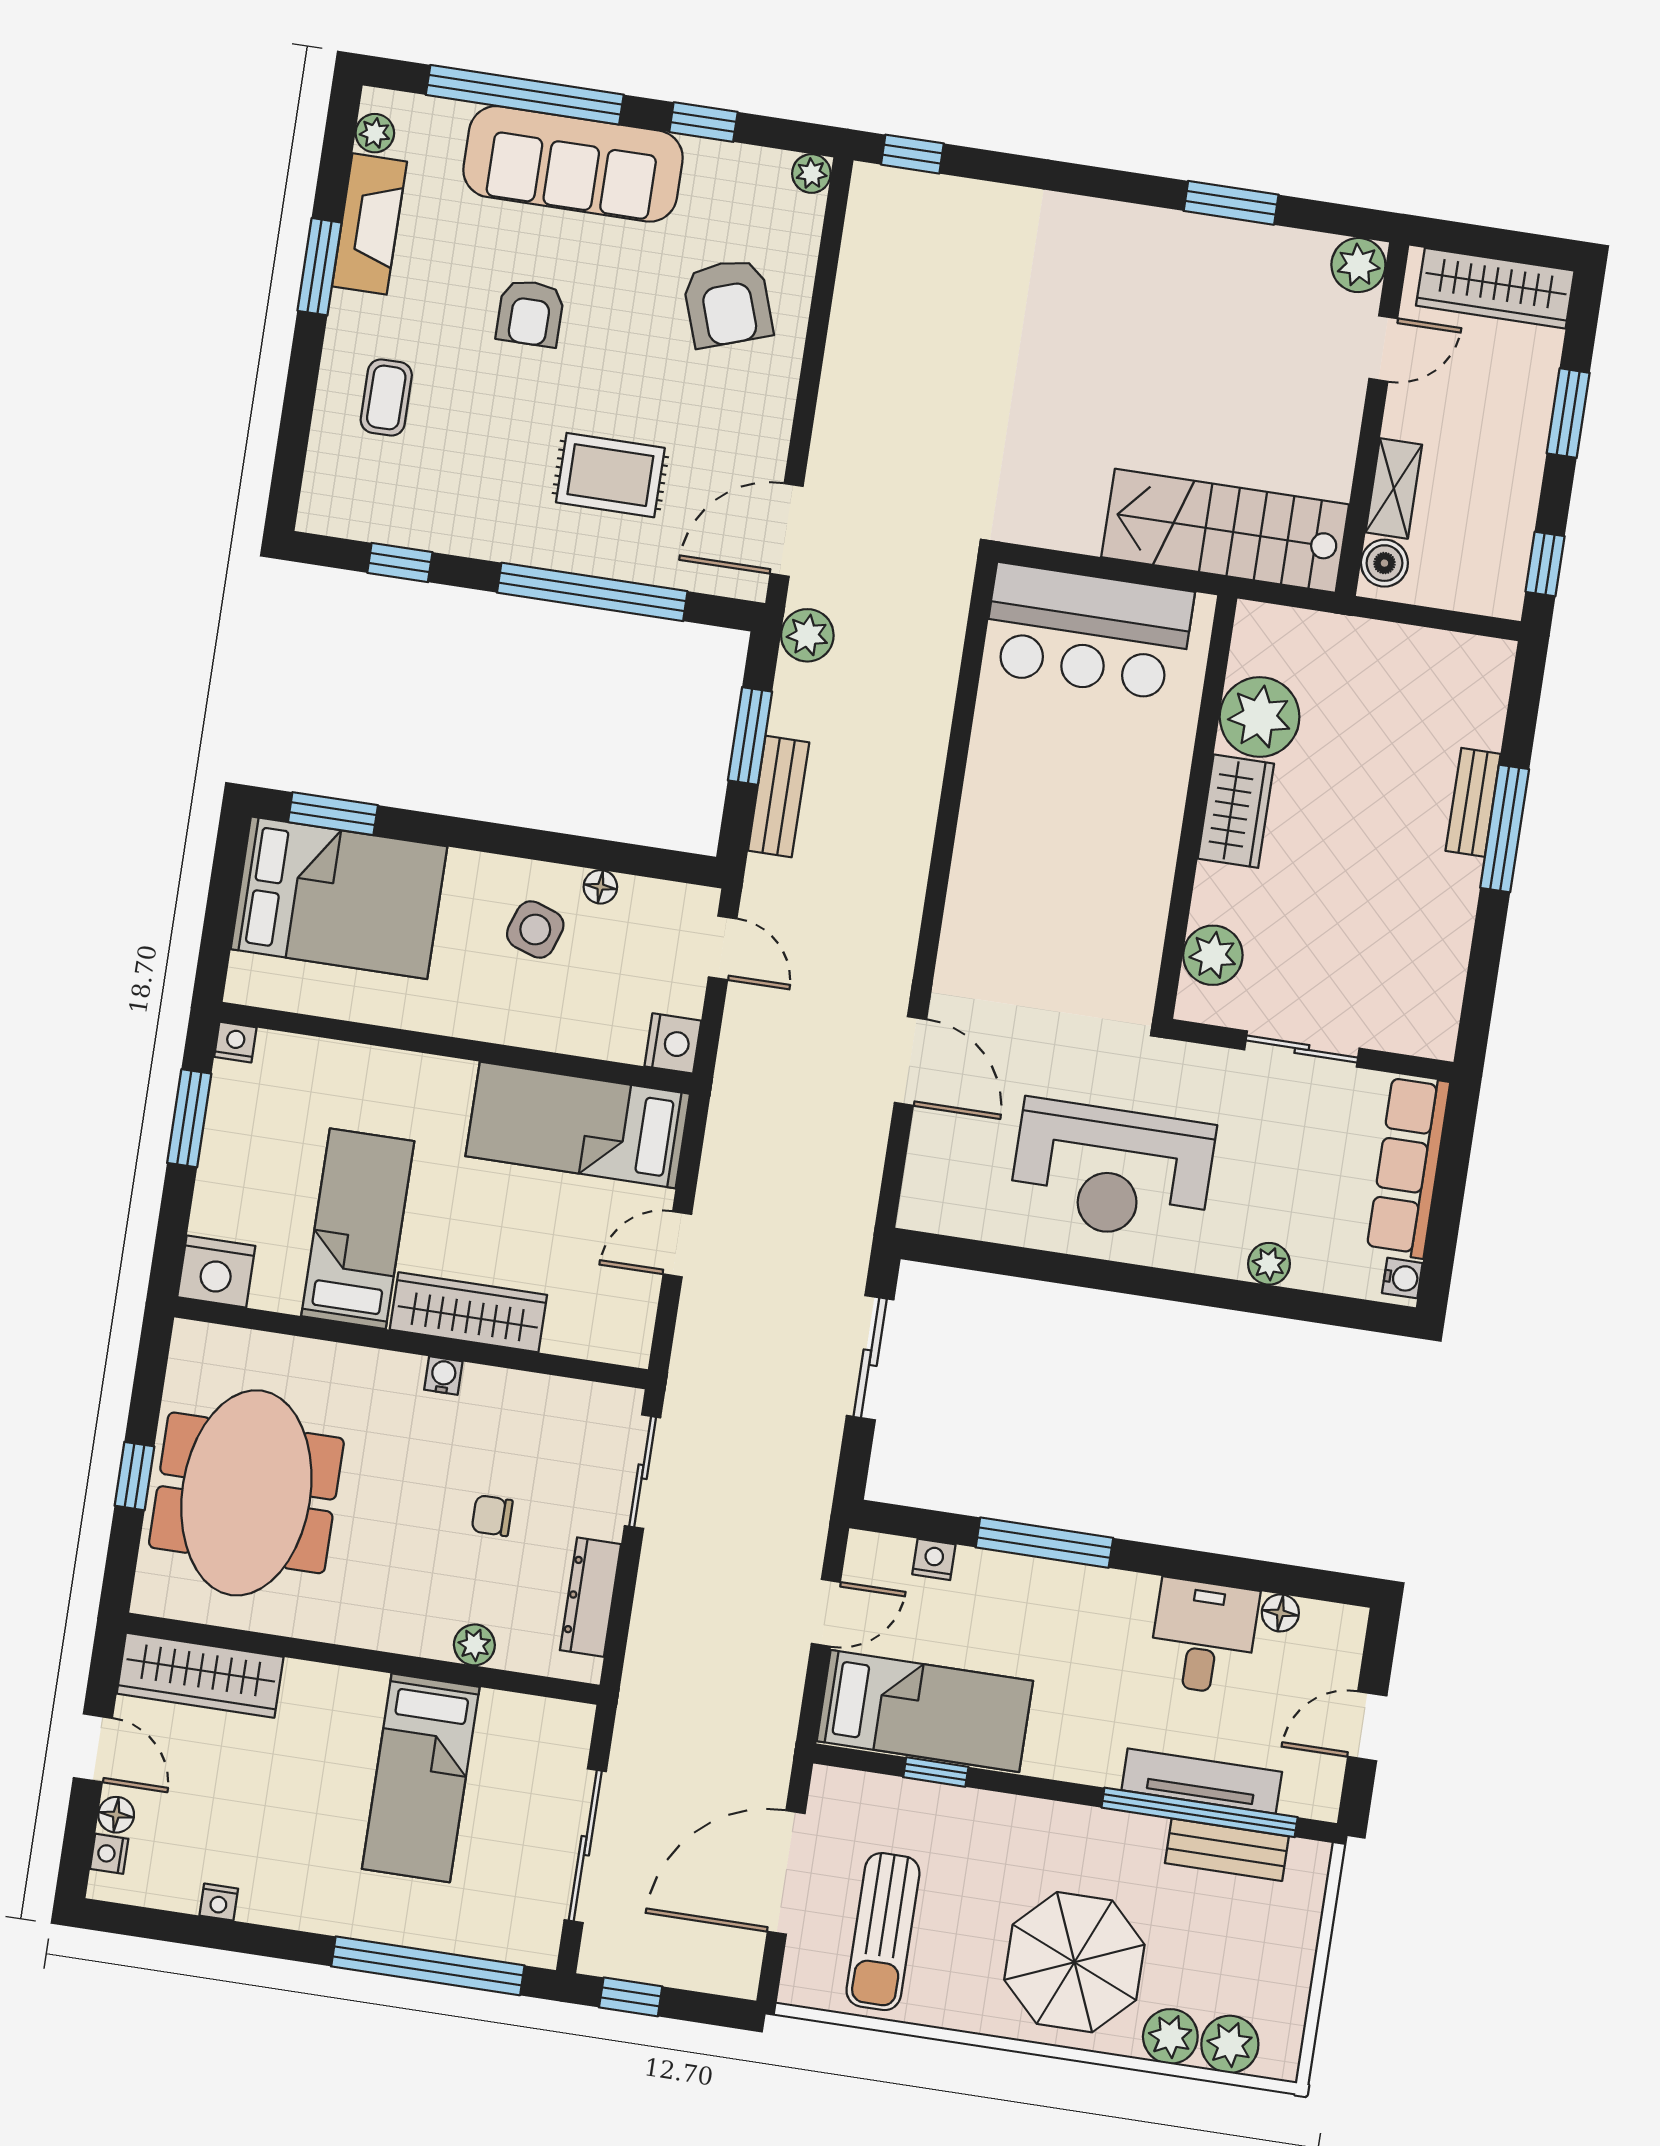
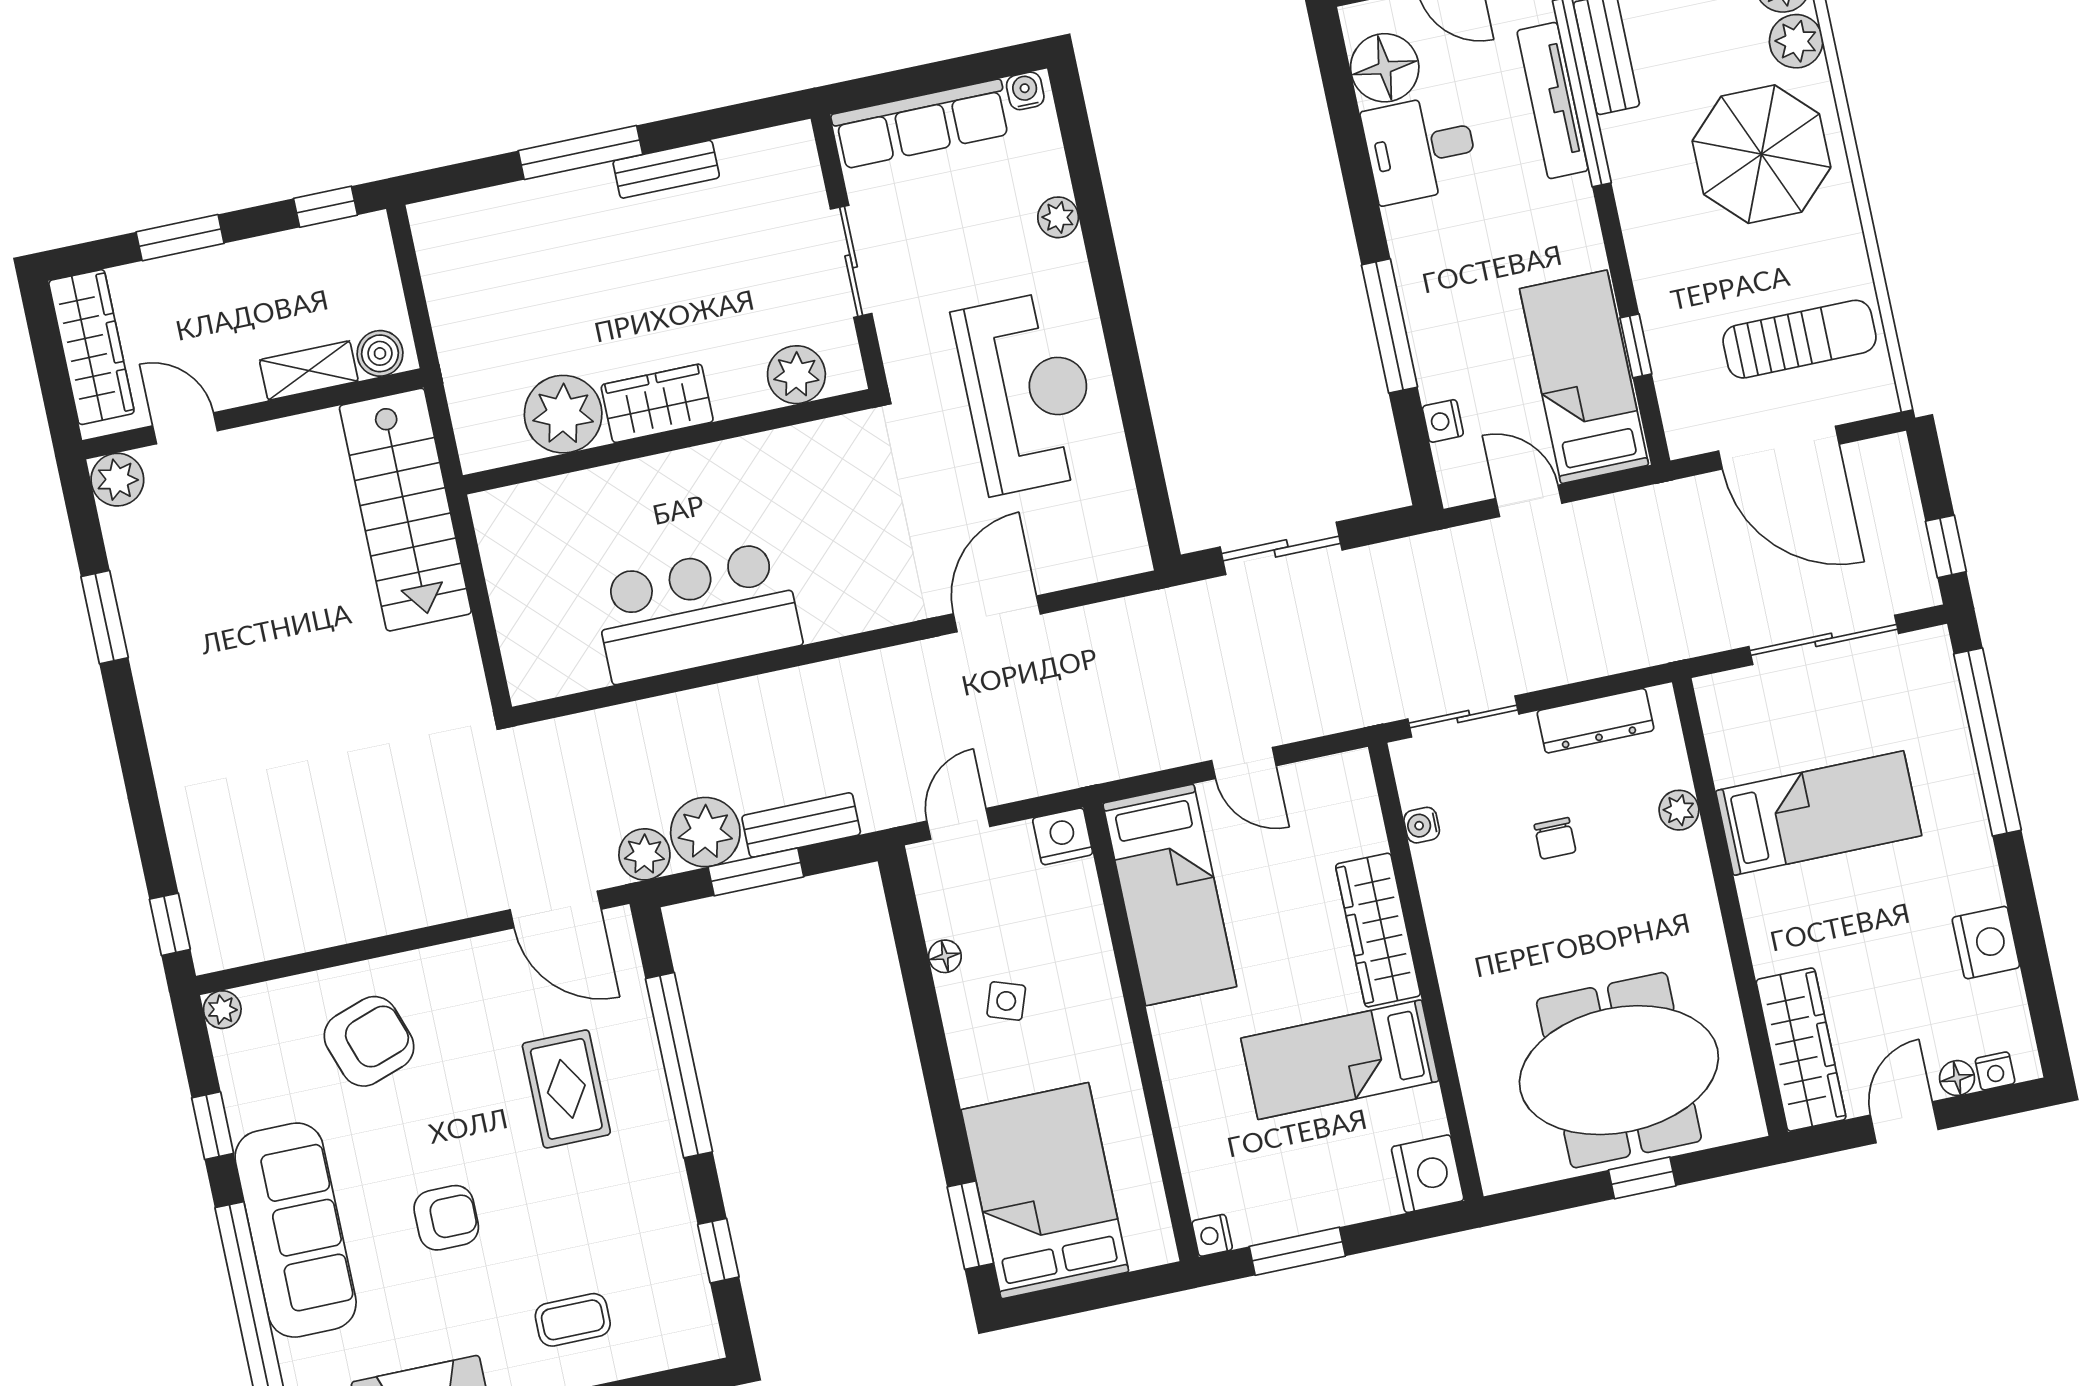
bar counter: (1088, 632) -> (697, 612), moved, turned -90
plant: (807, 702) -> (705, 832), added
bench: (1473, 802) -> (666, 169), moved
side table: (535, 929) -> (1006, 1001), width x0.73, depth x0.73
water cooler: (443, 1376) -> (1422, 825), moved
floor lamp: (1280, 1613) -> (1385, 68), width x1.89, depth x1.89
nightstand: (219, 1902) -> (1986, 943), width x1.89, depth x1.79

